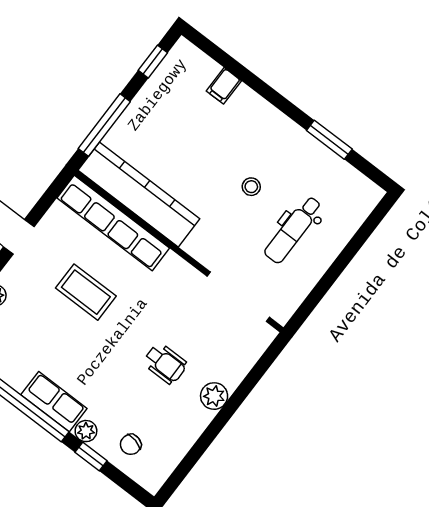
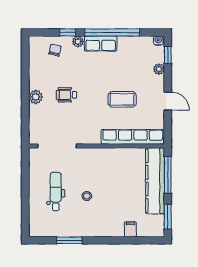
window: (153, 62) -> (168, 217), width x1.50
kitchen counter: (139, 195) -> (155, 181), moved, turned 90

